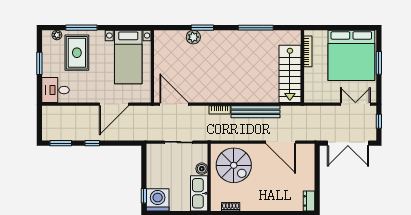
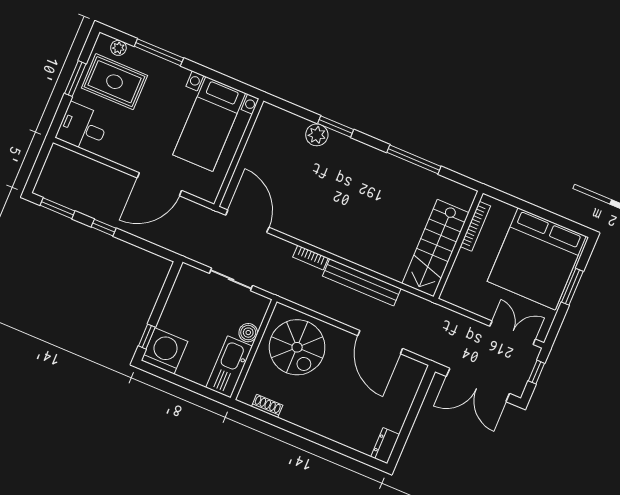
rug: (77, 53) -> (114, 82), moved, turned 90

